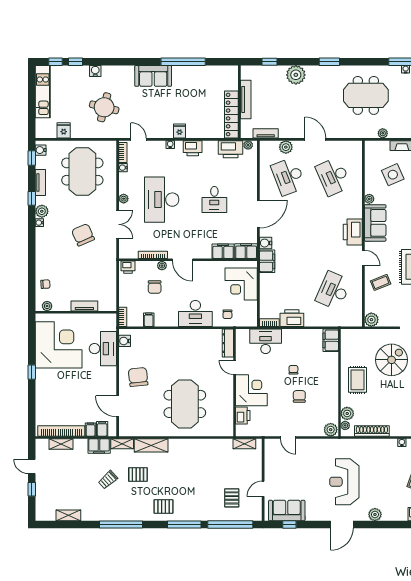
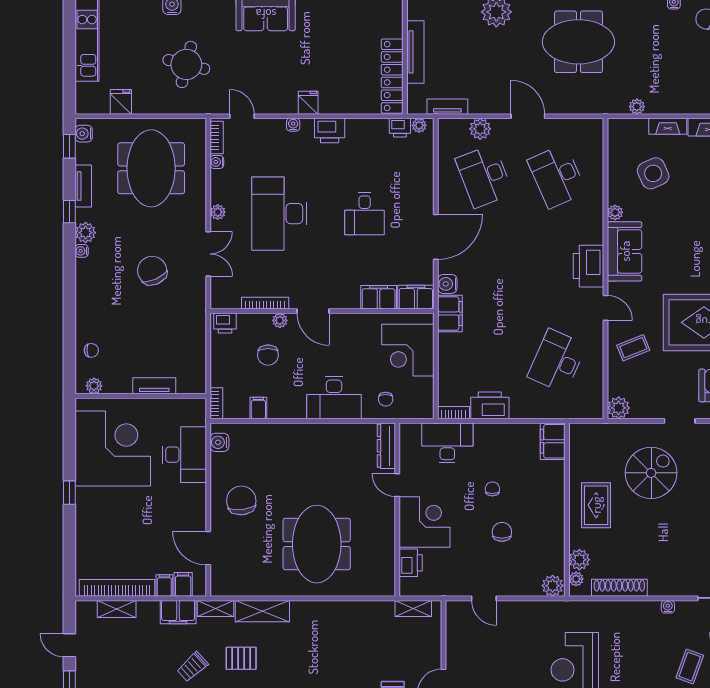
meeting table: (366, 95) -> (578, 42), moved
printer: (231, 149) -> (400, 128), width x0.53, depth x0.68

